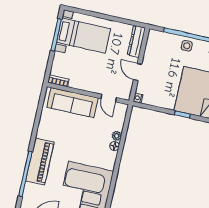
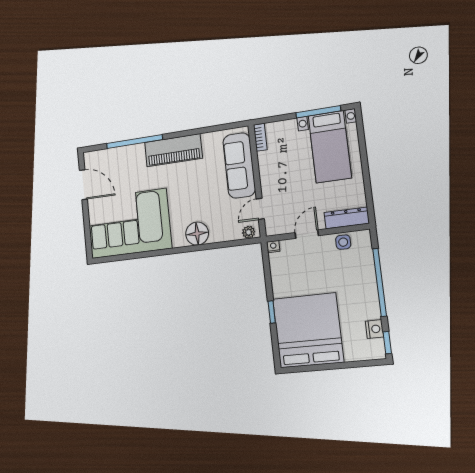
side table: (187, 46) -> (343, 242), moved
plant: (117, 136) -> (249, 232), moved
floor lamp: (115, 146) -> (197, 234), width x1.89, depth x1.89
piano: (40, 161) -> (173, 150), moved

